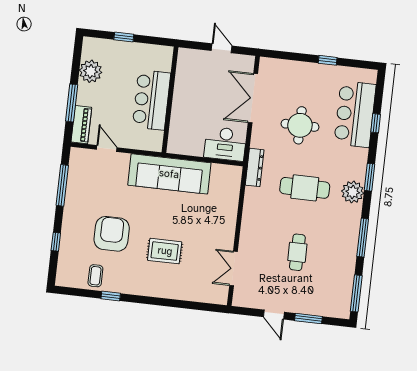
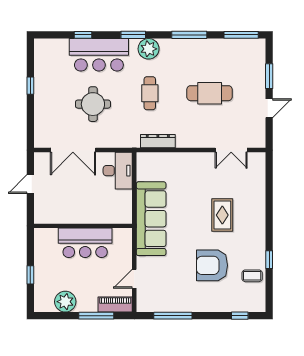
bar counter: (355, 114) -> (99, 55), moved
dresser: (255, 167) -> (158, 141), moved
cafe table: (305, 188) -> (150, 93), width x0.73, depth x0.74
window: (56, 242) -> (240, 316), moved
cafe table: (297, 252) -> (210, 93), width x1.37, depth x1.35

